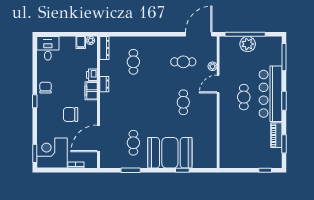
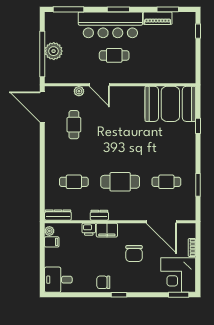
cafe table: (183, 102) -> (120, 182), moved, width x1.37, depth x1.35
booth: (170, 153) -> (170, 104), moved, turned 90

